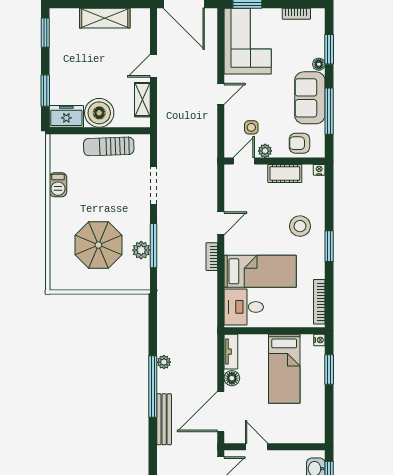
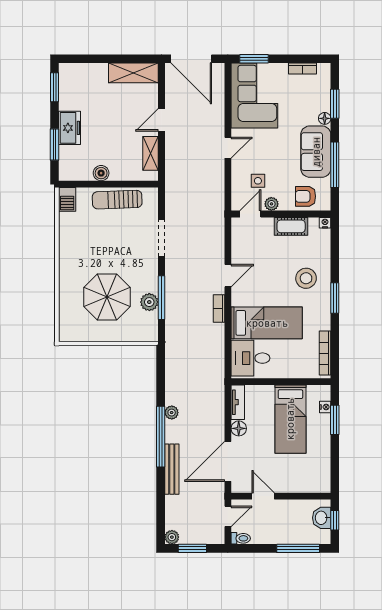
shelving: (105, 18) -> (133, 73), moved
boiler: (99, 113) -> (101, 173), width x0.54, depth x0.54
freezer: (66, 116) -> (69, 128), moved, turned 90
barbecue: (58, 185) -> (67, 199), moved
nightstand: (319, 340) -> (325, 407), moved

